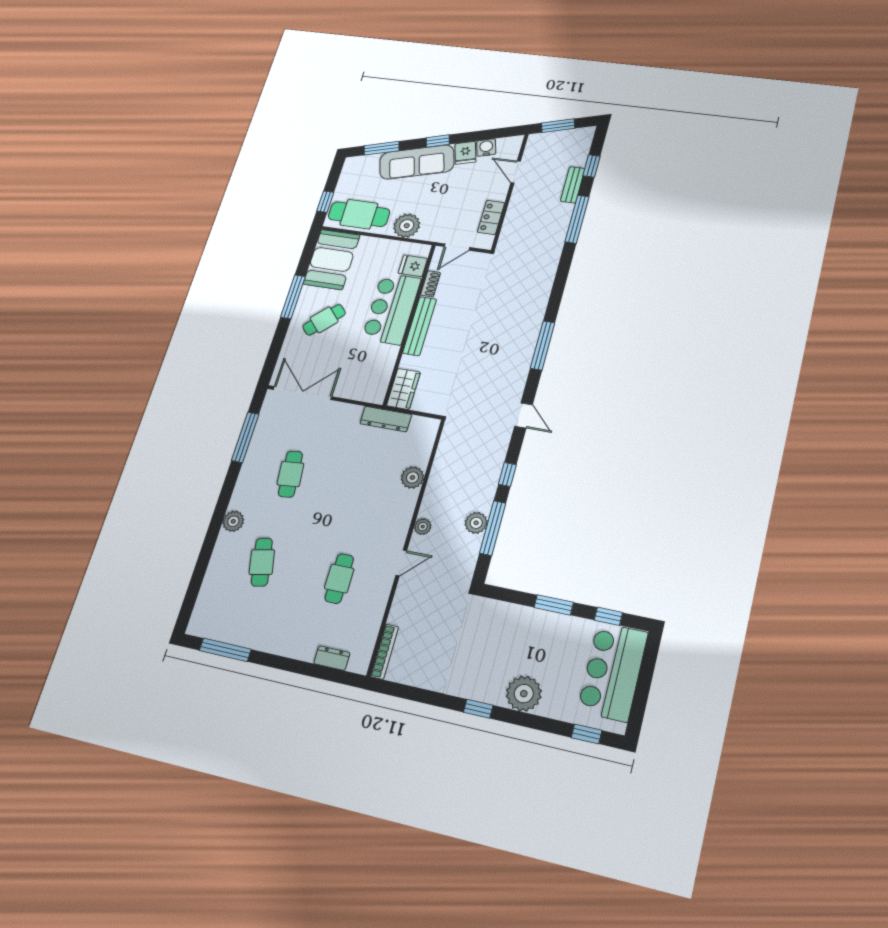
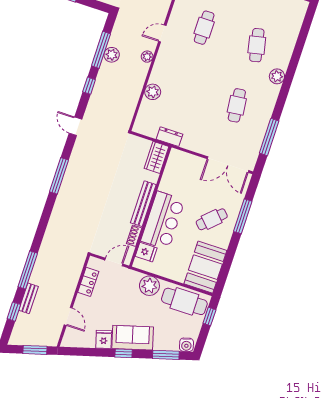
water cooler: (486, 148) -> (186, 345), moved
sofa: (417, 162) -> (133, 338), width x0.73
window: (293, 297) -> (243, 216), moved
dresser: (386, 419) -> (170, 137), width x0.70

